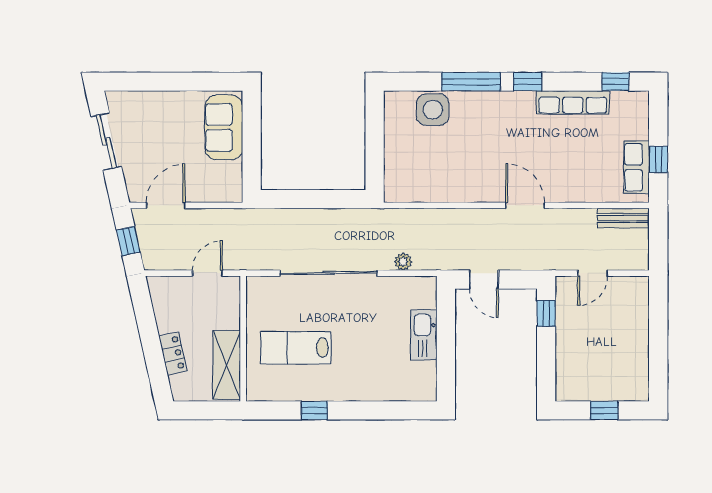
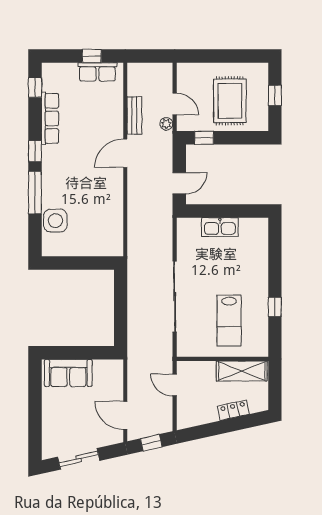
bench: (623, 218) -> (134, 115), moved
plant: (403, 262) -> (166, 124), moved
rug: (597, 349) -> (230, 101), added

